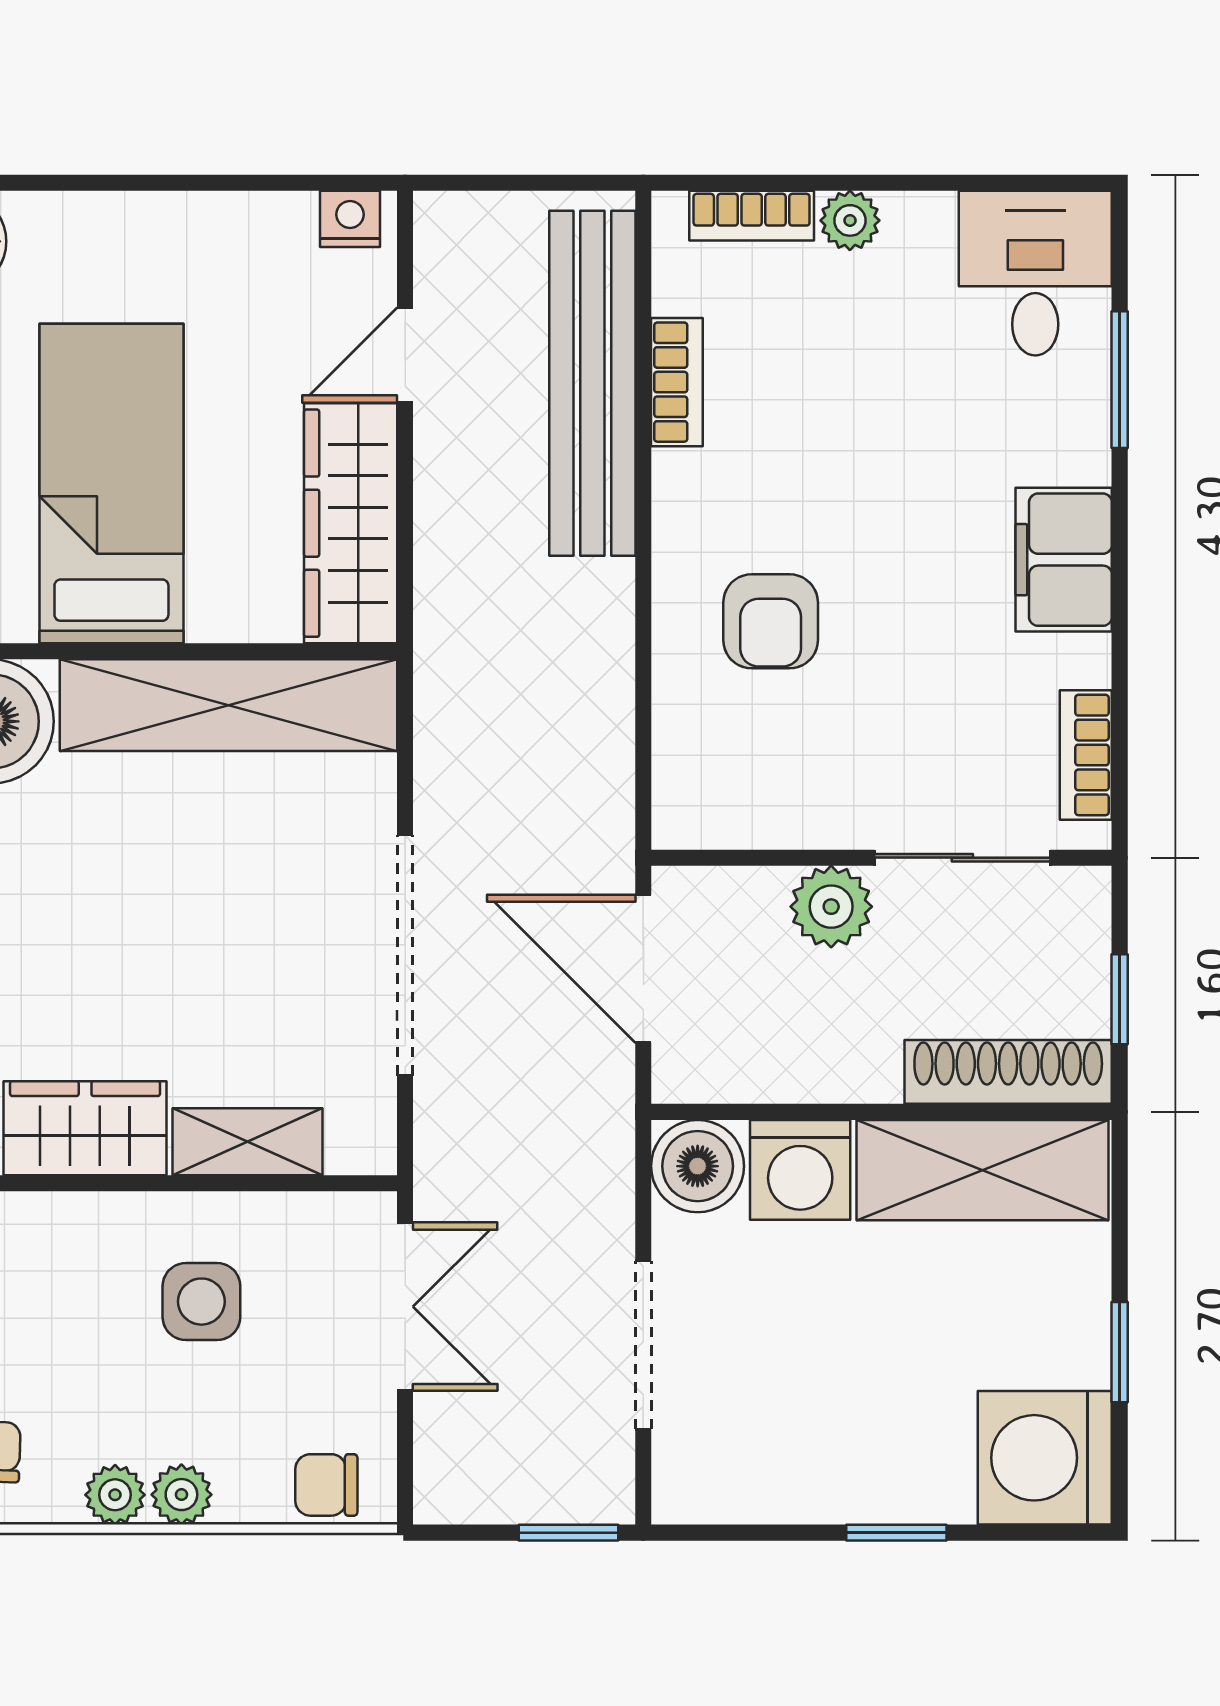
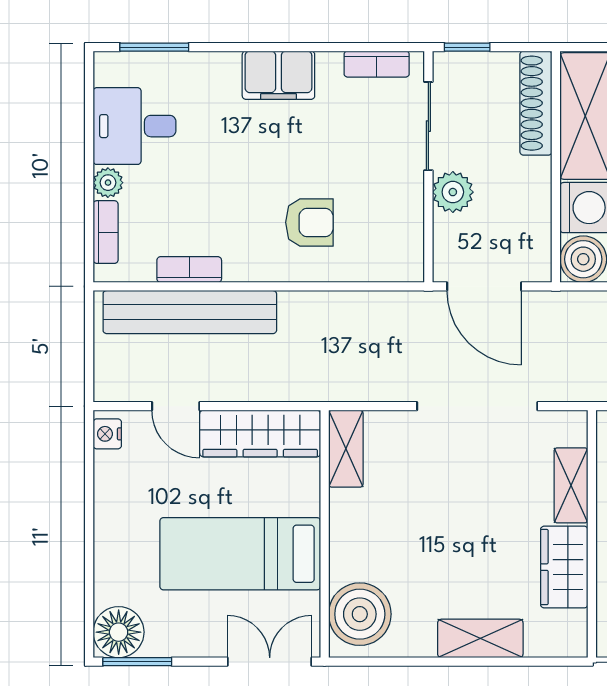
desk: (1035, 273) -> (134, 126), moved
window: (1120, 380) -> (154, 47), moved
shelving: (229, 705) -> (346, 449), width x0.45, depth x0.75
door: (643, 969) -> (484, 286), hinge flipped
window: (1120, 999) -> (467, 47), moved

